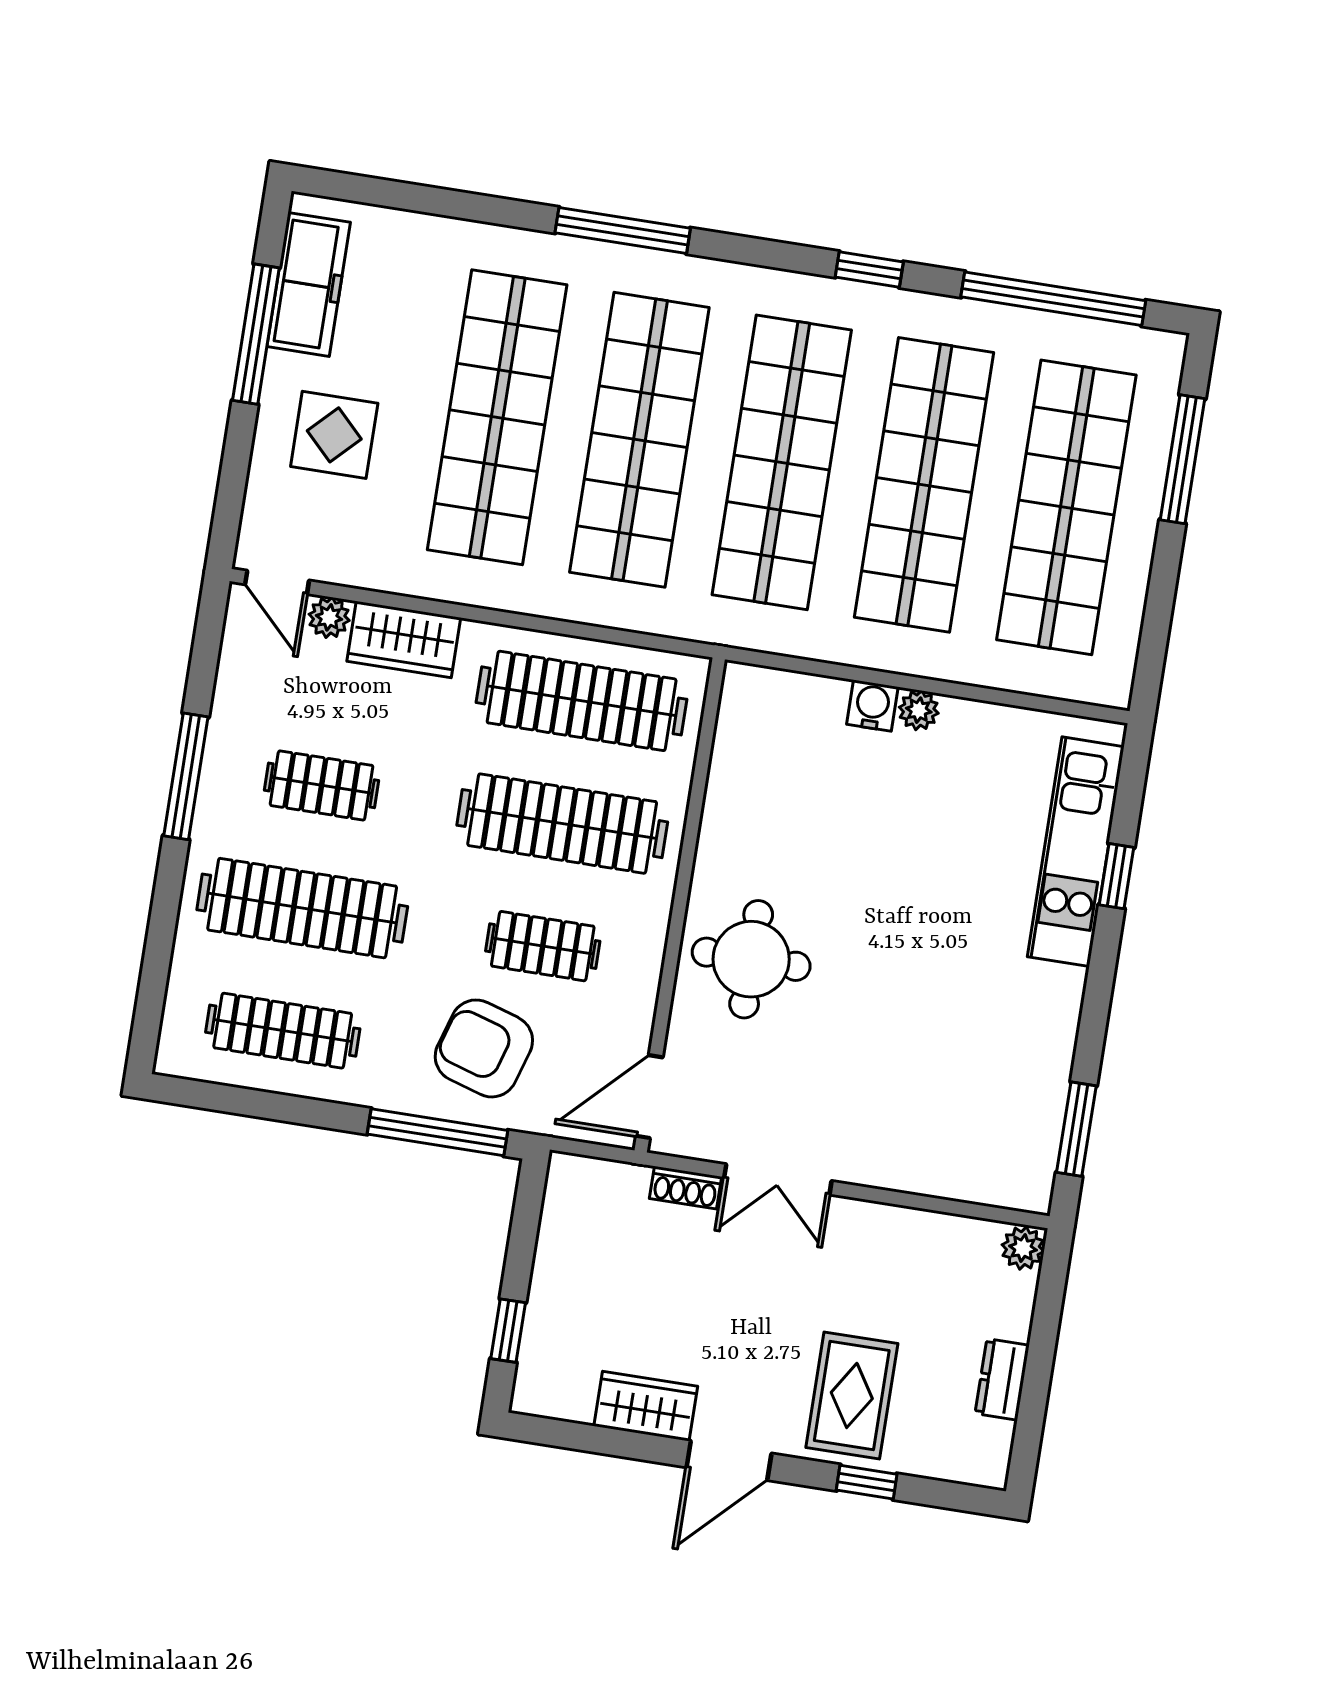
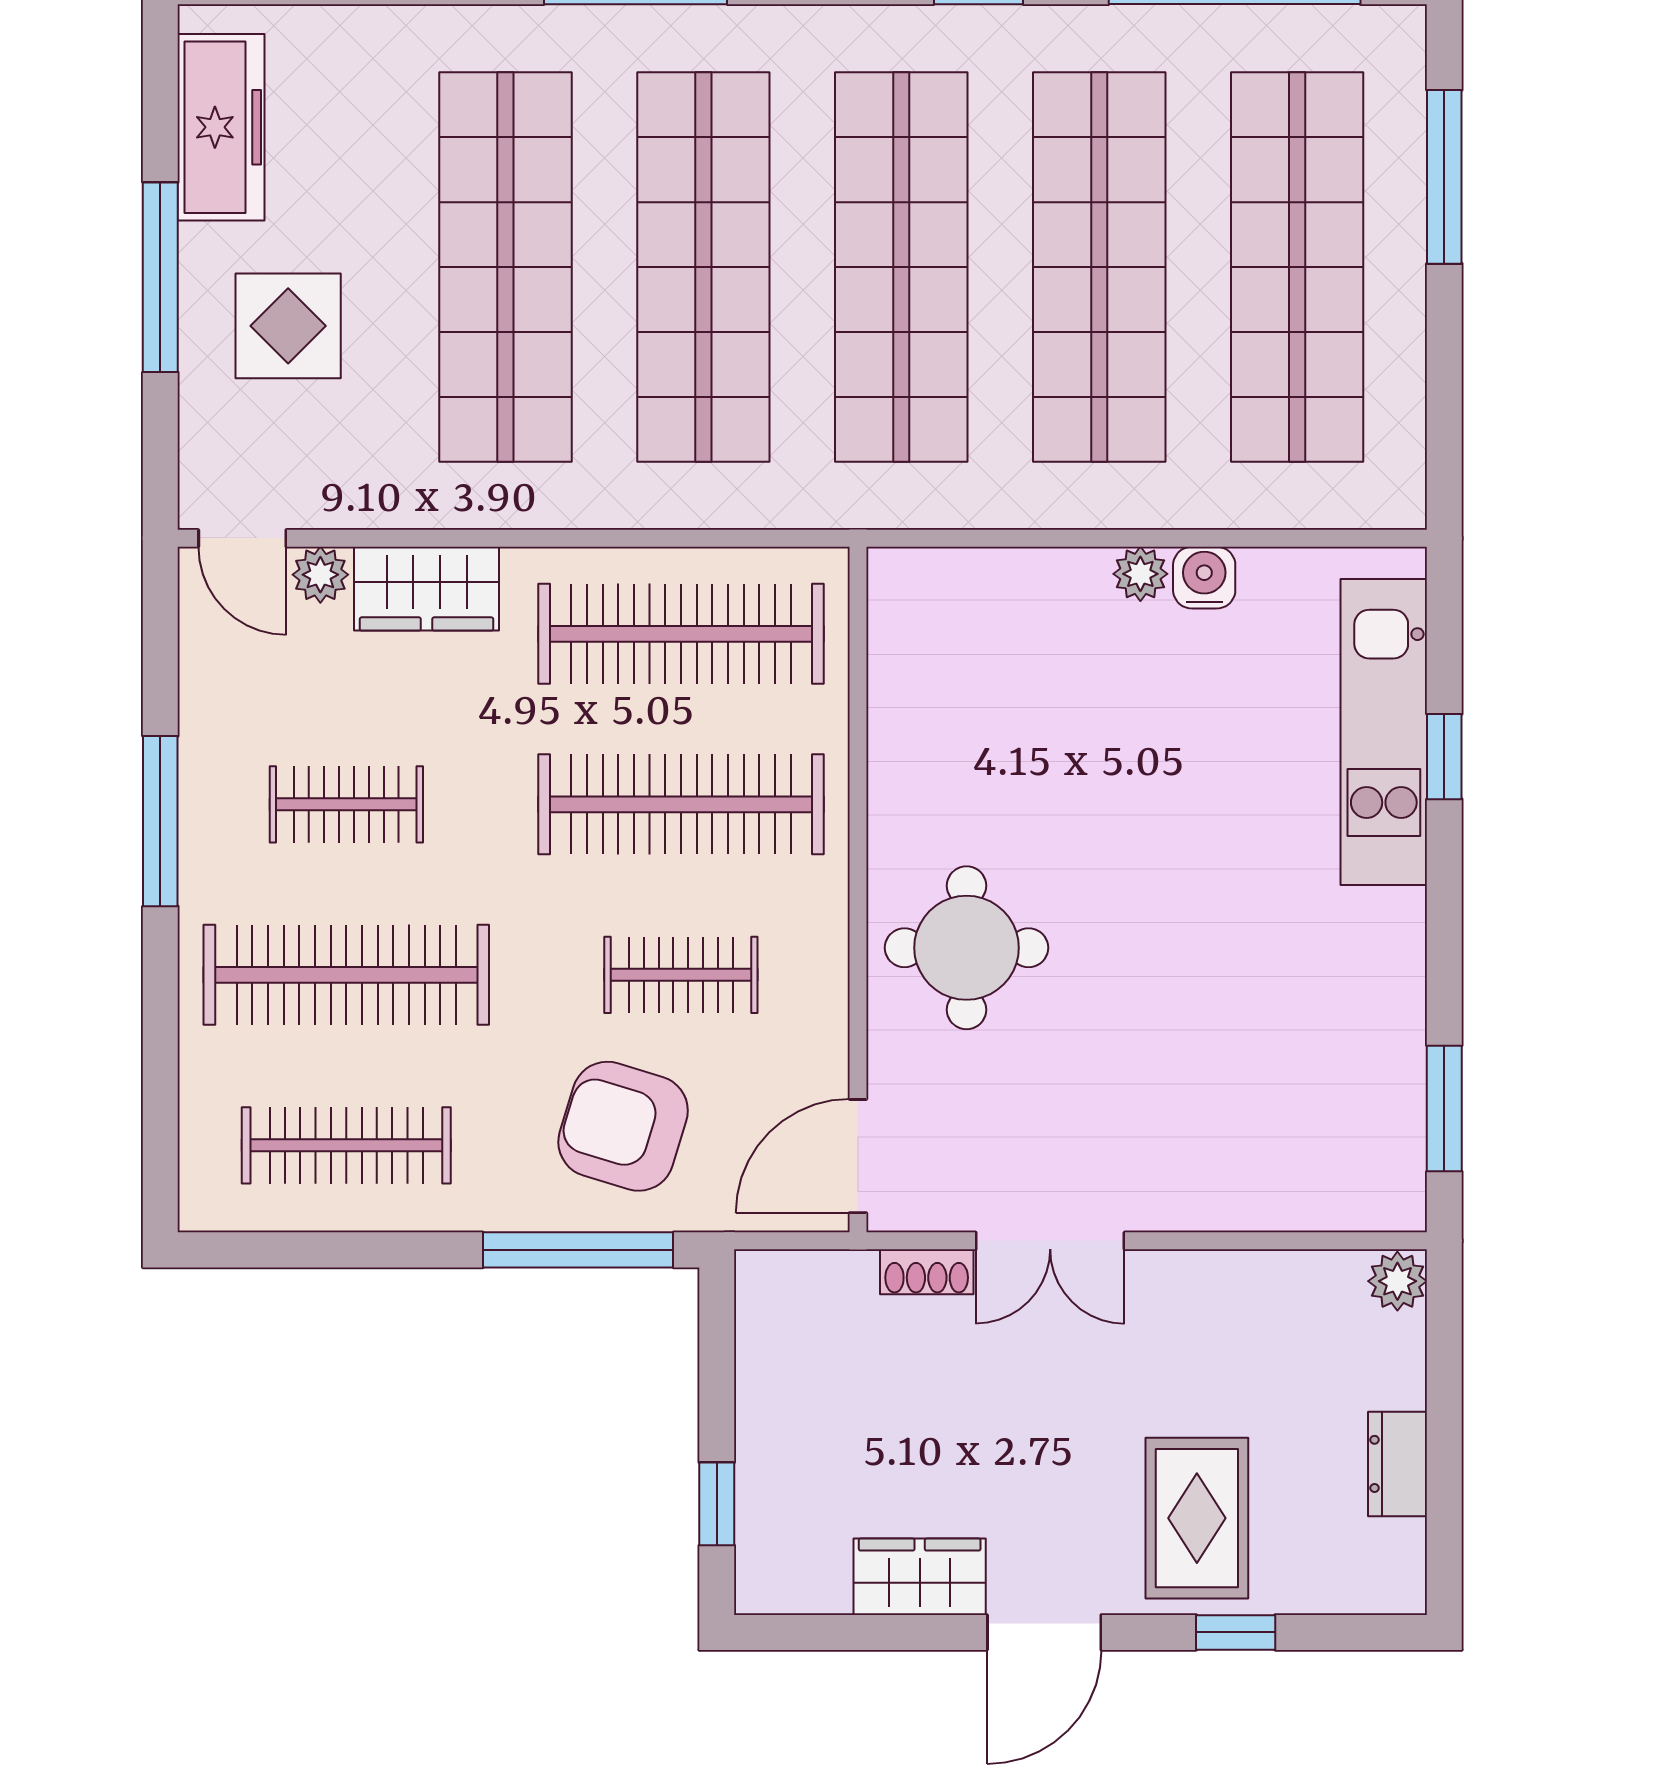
window: (256, 334) -> (160, 277), moved
water cooler: (872, 706) -> (1204, 578), moved

